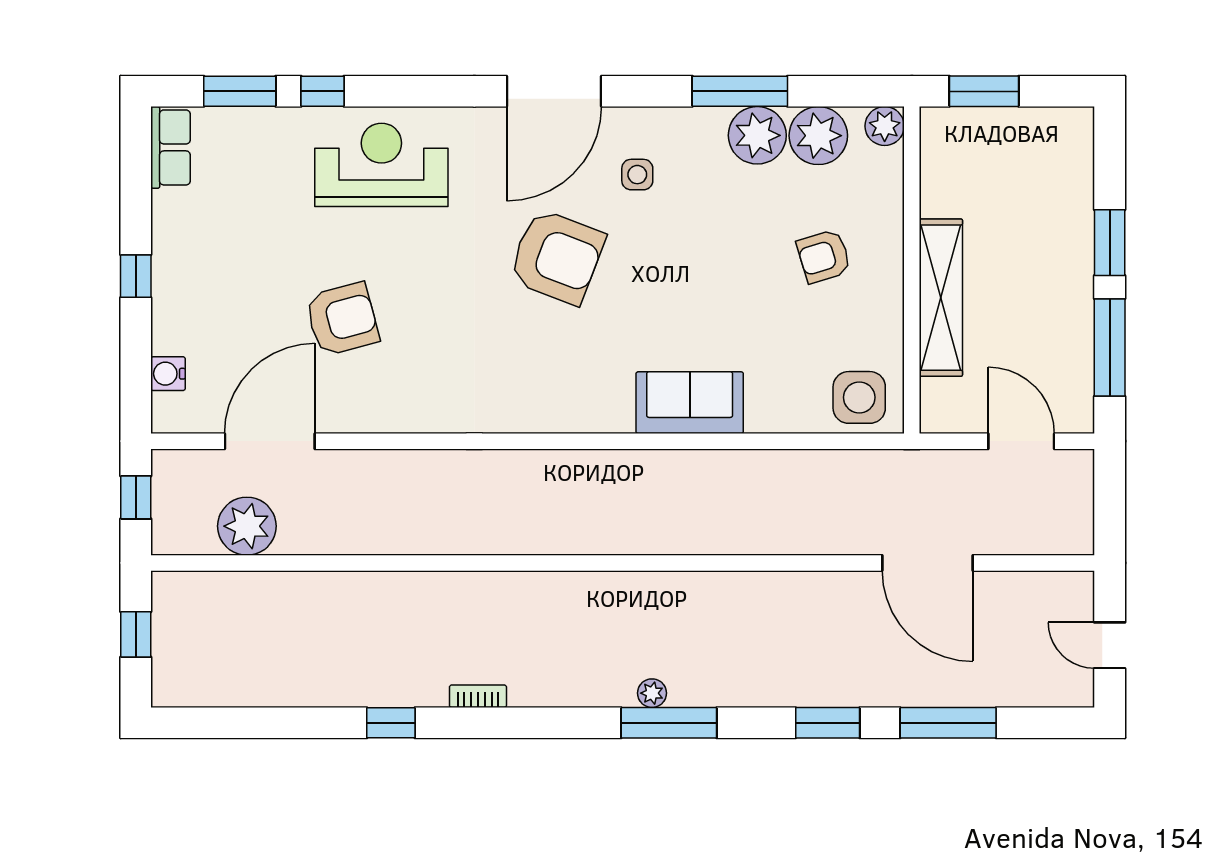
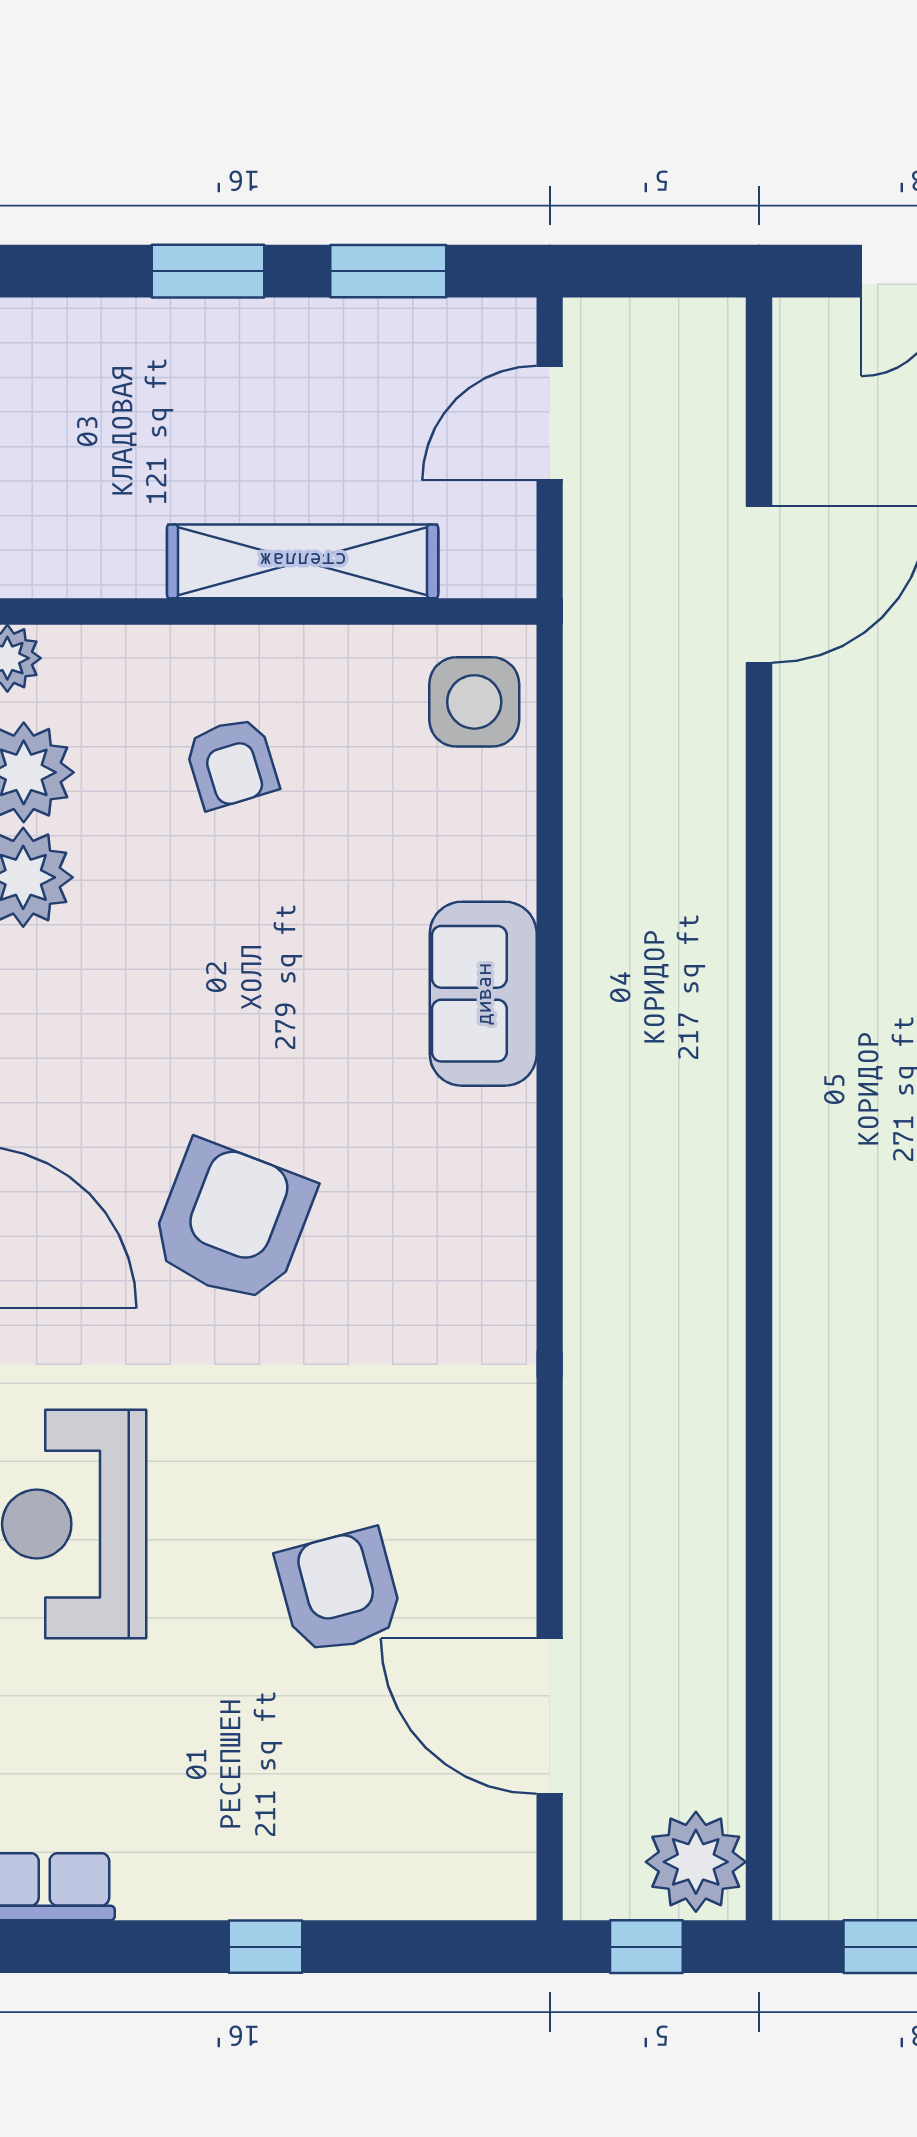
side table: (637, 175) -> (91, 1084), removed
window: (1110, 347) -> (388, 271), width x0.69
water cooler: (168, 374) -> (433, 1891), removed
plant: (247, 526) -> (696, 1862), moved

